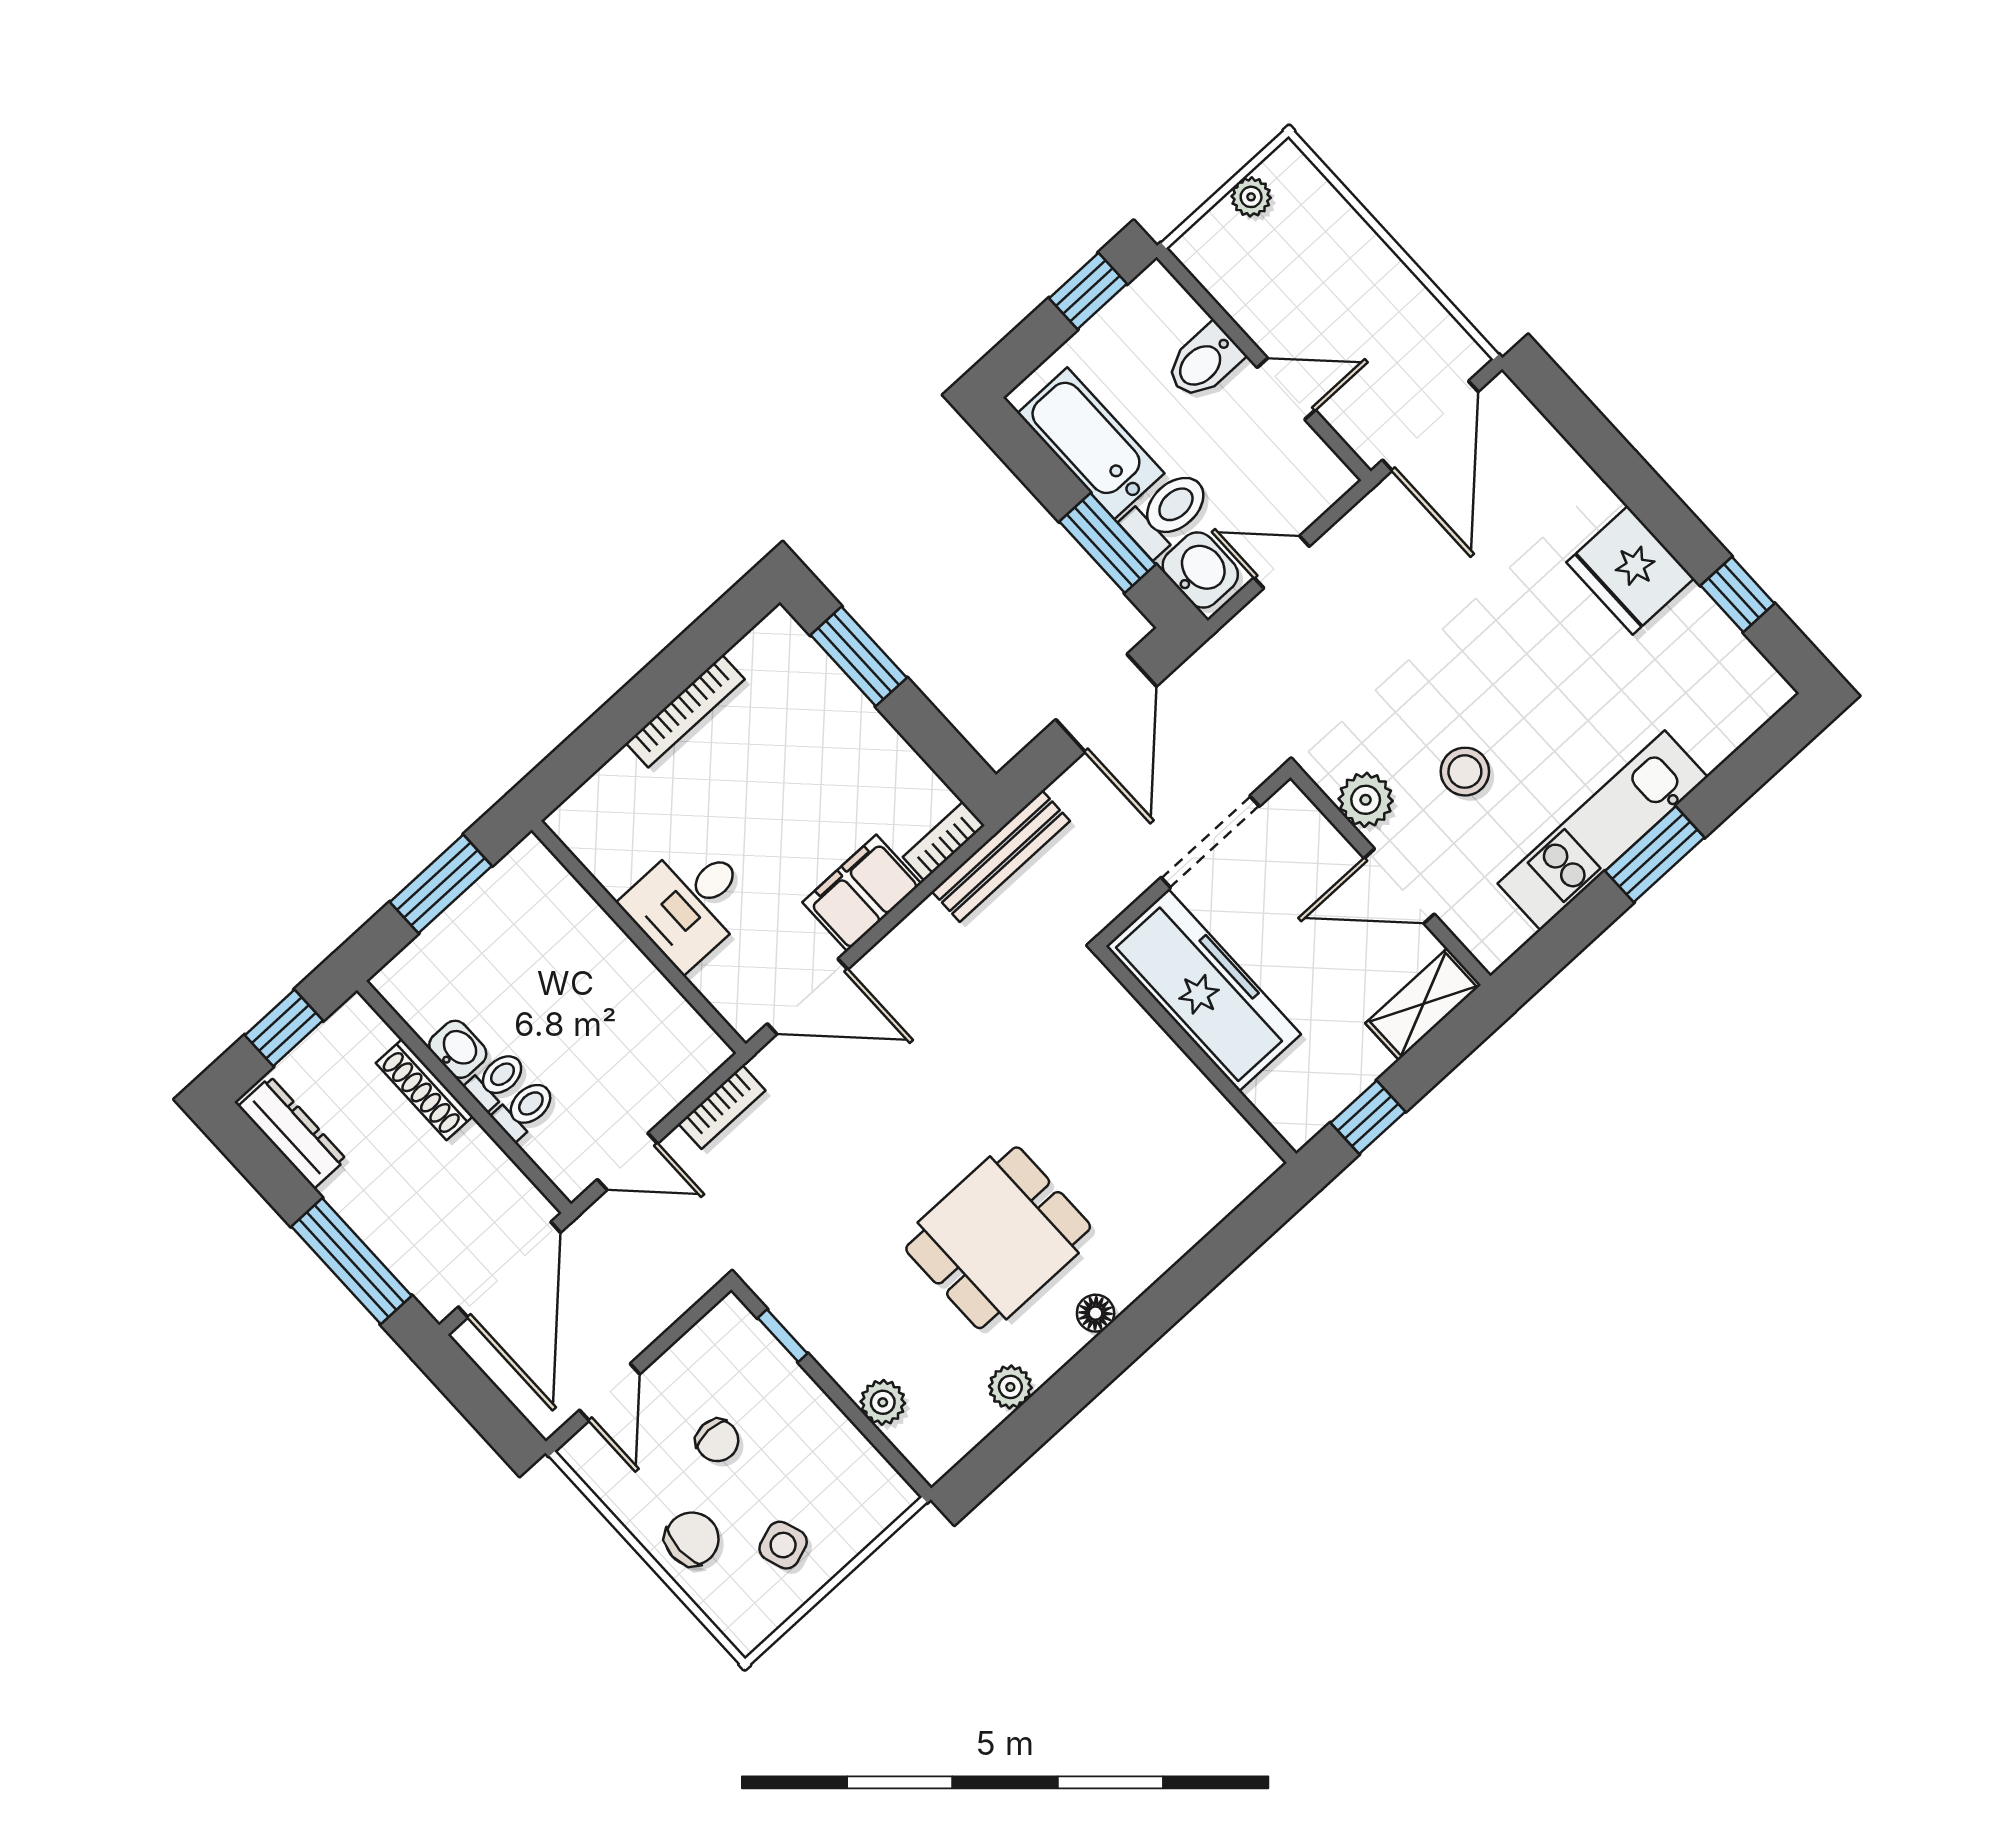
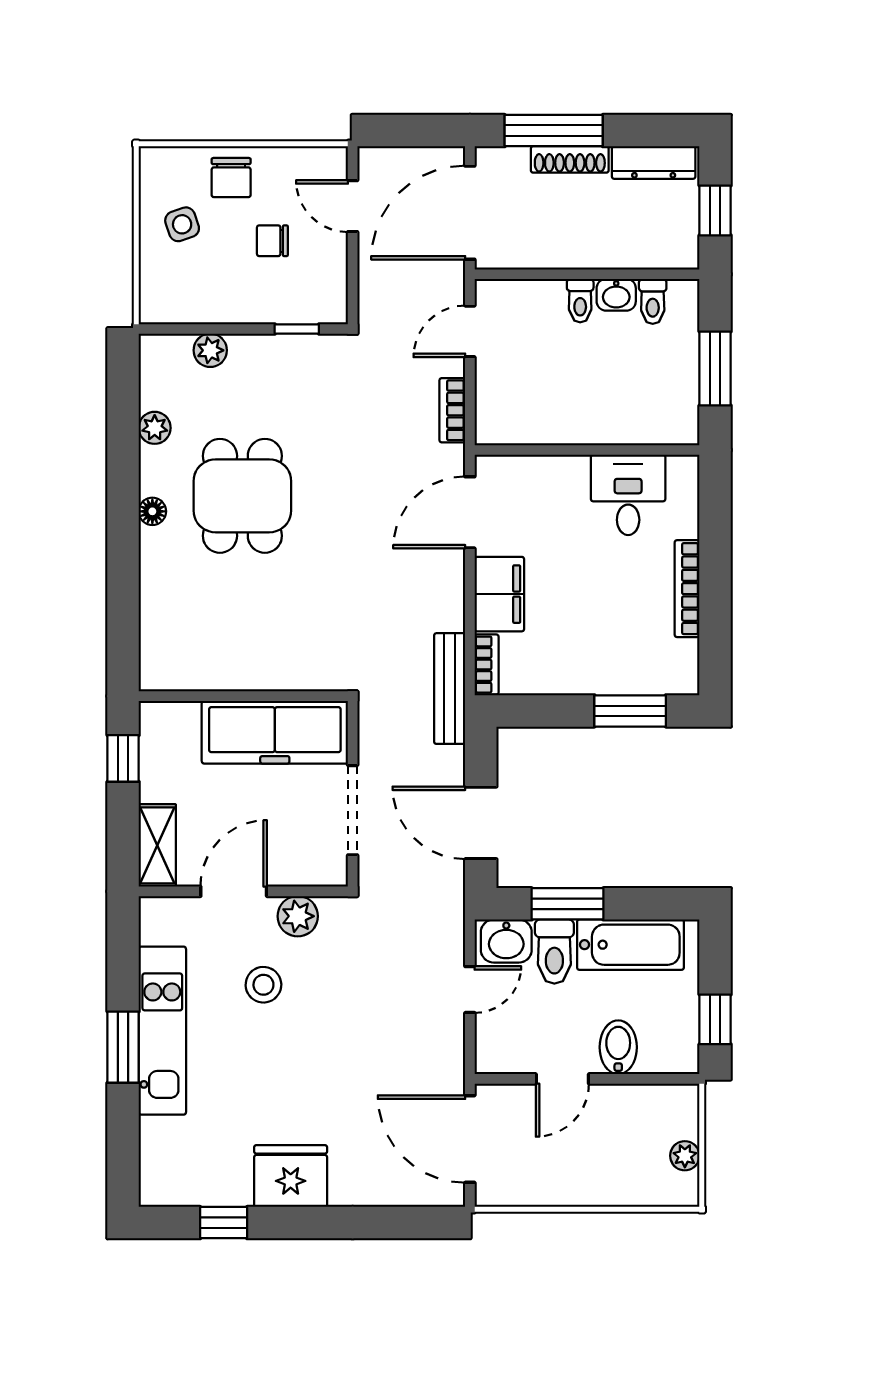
desk: (689, 903) -> (628, 495), moved
shoe rack: (424, 1090) -> (570, 159), moved, turned 180
toilet: (525, 1109) -> (653, 301), moved
door: (509, 1270) -> (470, 213), hinge flipped

